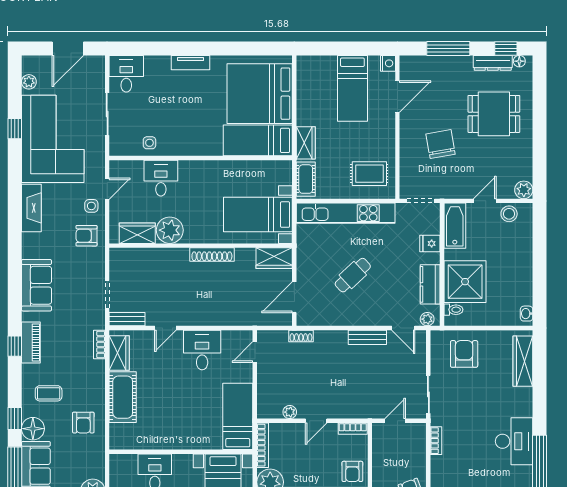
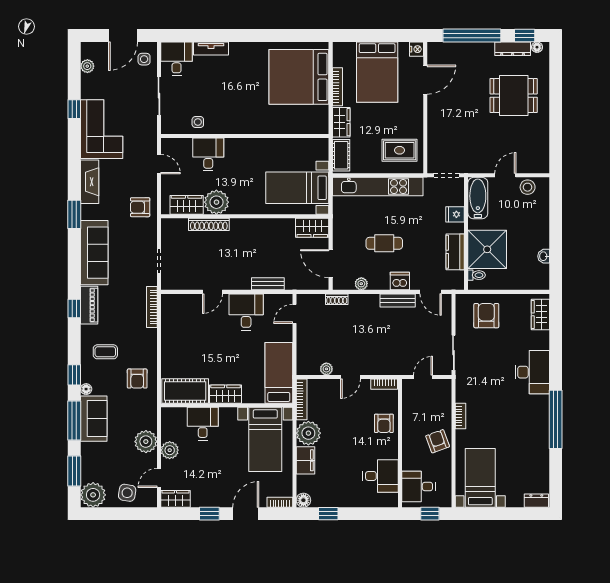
window: (448, 48) -> (472, 35), width x1.46
tv unit: (190, 63) -> (211, 48), moved
bed: (352, 88) -> (377, 72), width x1.50
bookcase: (302, 104) -> (337, 87), added
corner sofa: (53, 139) -> (102, 129), width x0.73, depth x0.74
bed: (258, 140) -> (297, 120), removed
chair: (441, 144) -> (465, 123), removed
door: (107, 189) -> (159, 164), hinge flipped
plant: (524, 190) -> (541, 165), removed
side table: (91, 206) -> (144, 59), moved
window: (15, 243) -> (74, 214), added
shoe rack: (212, 254) -> (209, 224), moved
cafe table: (353, 275) -> (384, 243), turned 43
sofa: (36, 285) -> (94, 253), width x1.36
door: (294, 297) -> (331, 264), hinge flipped
washbasin: (527, 314) -> (544, 256), moved
dishwasher: (370, 316) -> (400, 281), added
bench: (127, 319) -> (268, 284), moved
plant: (427, 319) -> (361, 284), moved
bookcase: (99, 344) -> (152, 307), width x1.56
wardrobe: (119, 353) -> (226, 394), moved, turned -90
wardrobe: (523, 361) -> (540, 314), width x0.67
cot: (123, 397) -> (185, 391), moved, turned 90
floor lamp: (33, 429) -> (86, 389), width x0.53, depth x0.53
bookcase: (436, 441) -> (461, 416), moved
desk: (514, 441) -> (532, 372), moved

